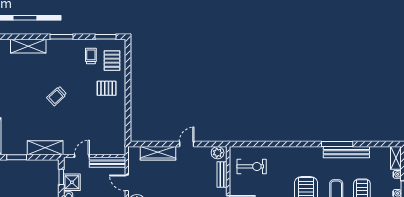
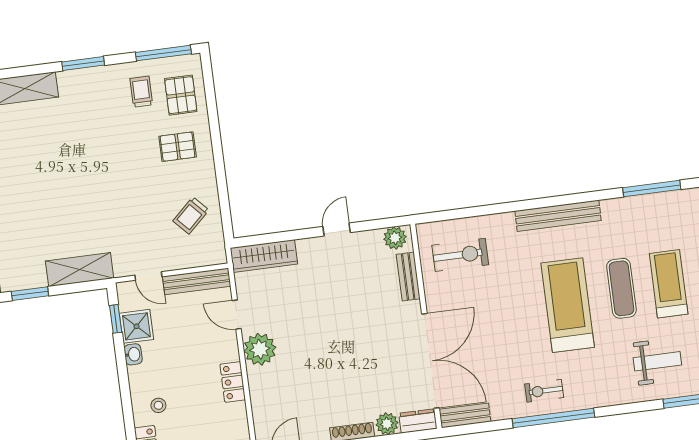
window: (106, 37) -> (163, 53), width x1.44
trolley: (57, 96) -> (191, 215), moved
window: (337, 144) -> (652, 189), moved
bench: (346, 152) -> (558, 216), moved
wardrobe: (158, 153) -> (264, 256), moved
door: (82, 156) -> (148, 276), swing flipped

